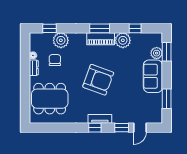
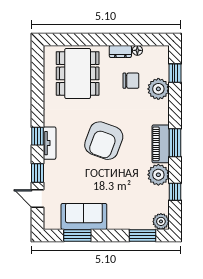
plant: (157, 53) -> (161, 221), moved
sofa: (153, 76) -> (84, 216), moved

